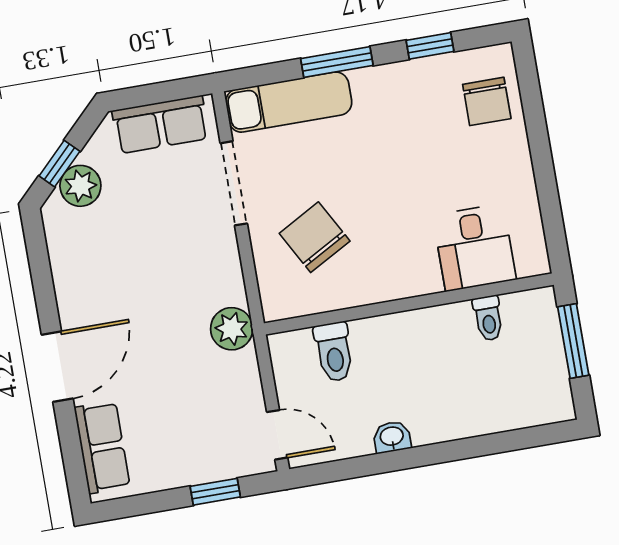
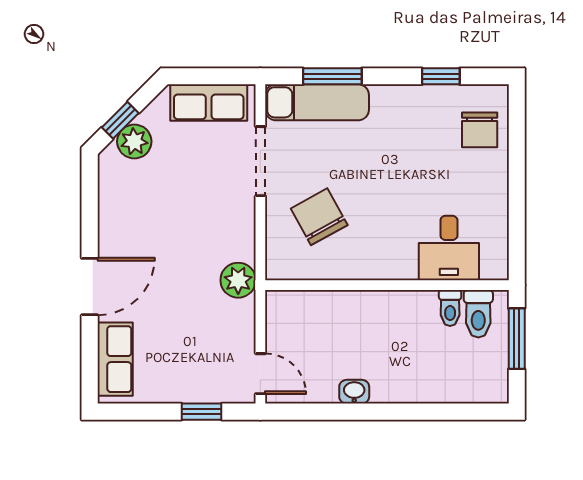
window: (337, 62) -> (332, 76), moved
toilet: (334, 352) -> (478, 314), moved

